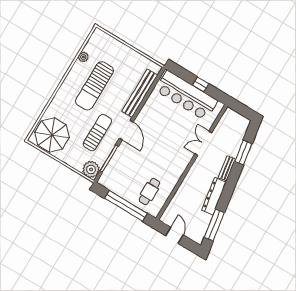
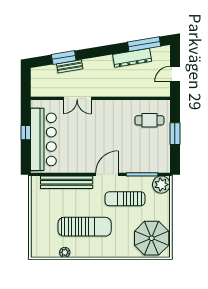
bench: (227, 168) -> (70, 66), moved
dresser: (214, 196) -> (132, 58), moved
window: (126, 206) -> (175, 134), width x0.47

